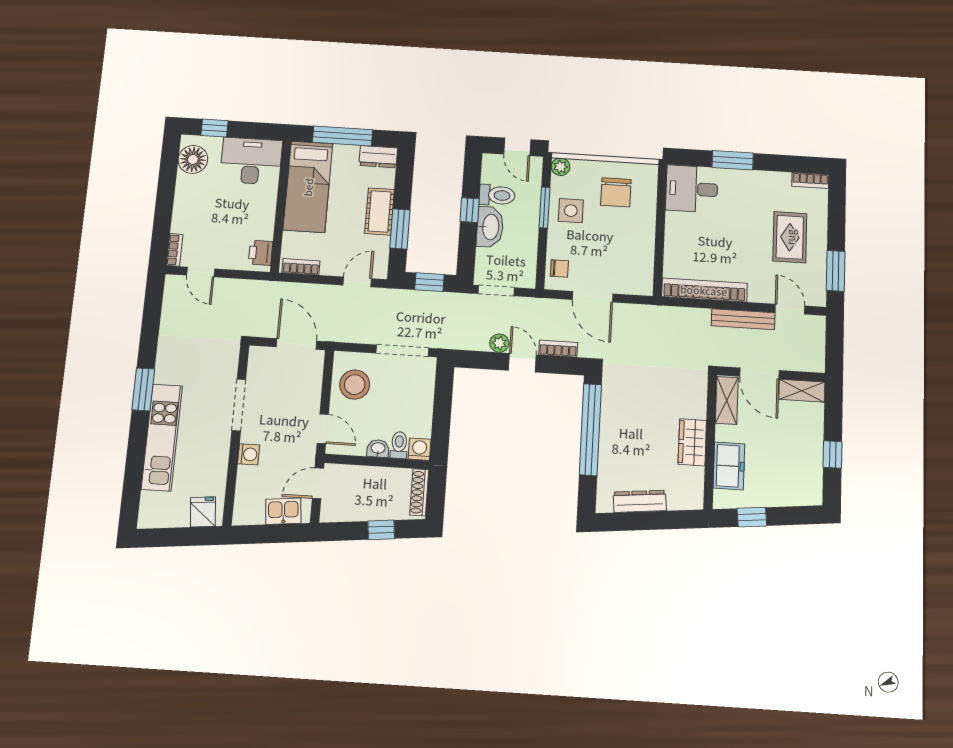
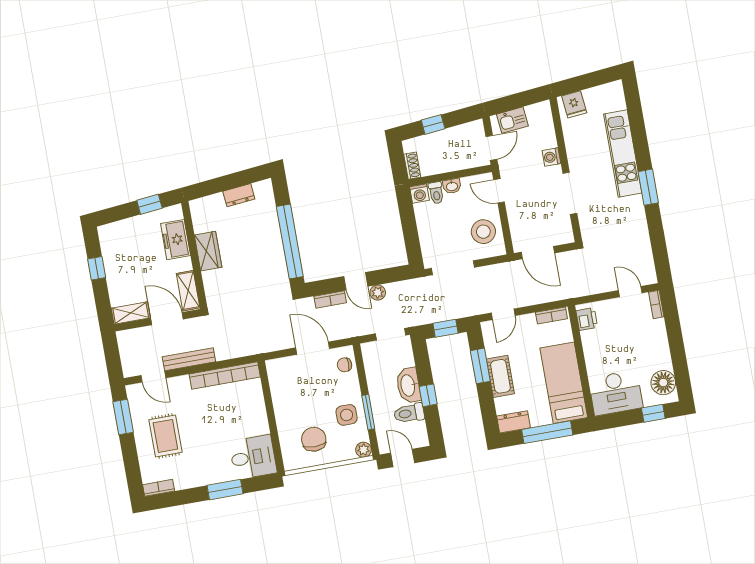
shoe rack: (419, 492) -> (412, 166), width x0.70
dresser: (640, 501) -> (239, 195), width x0.70

